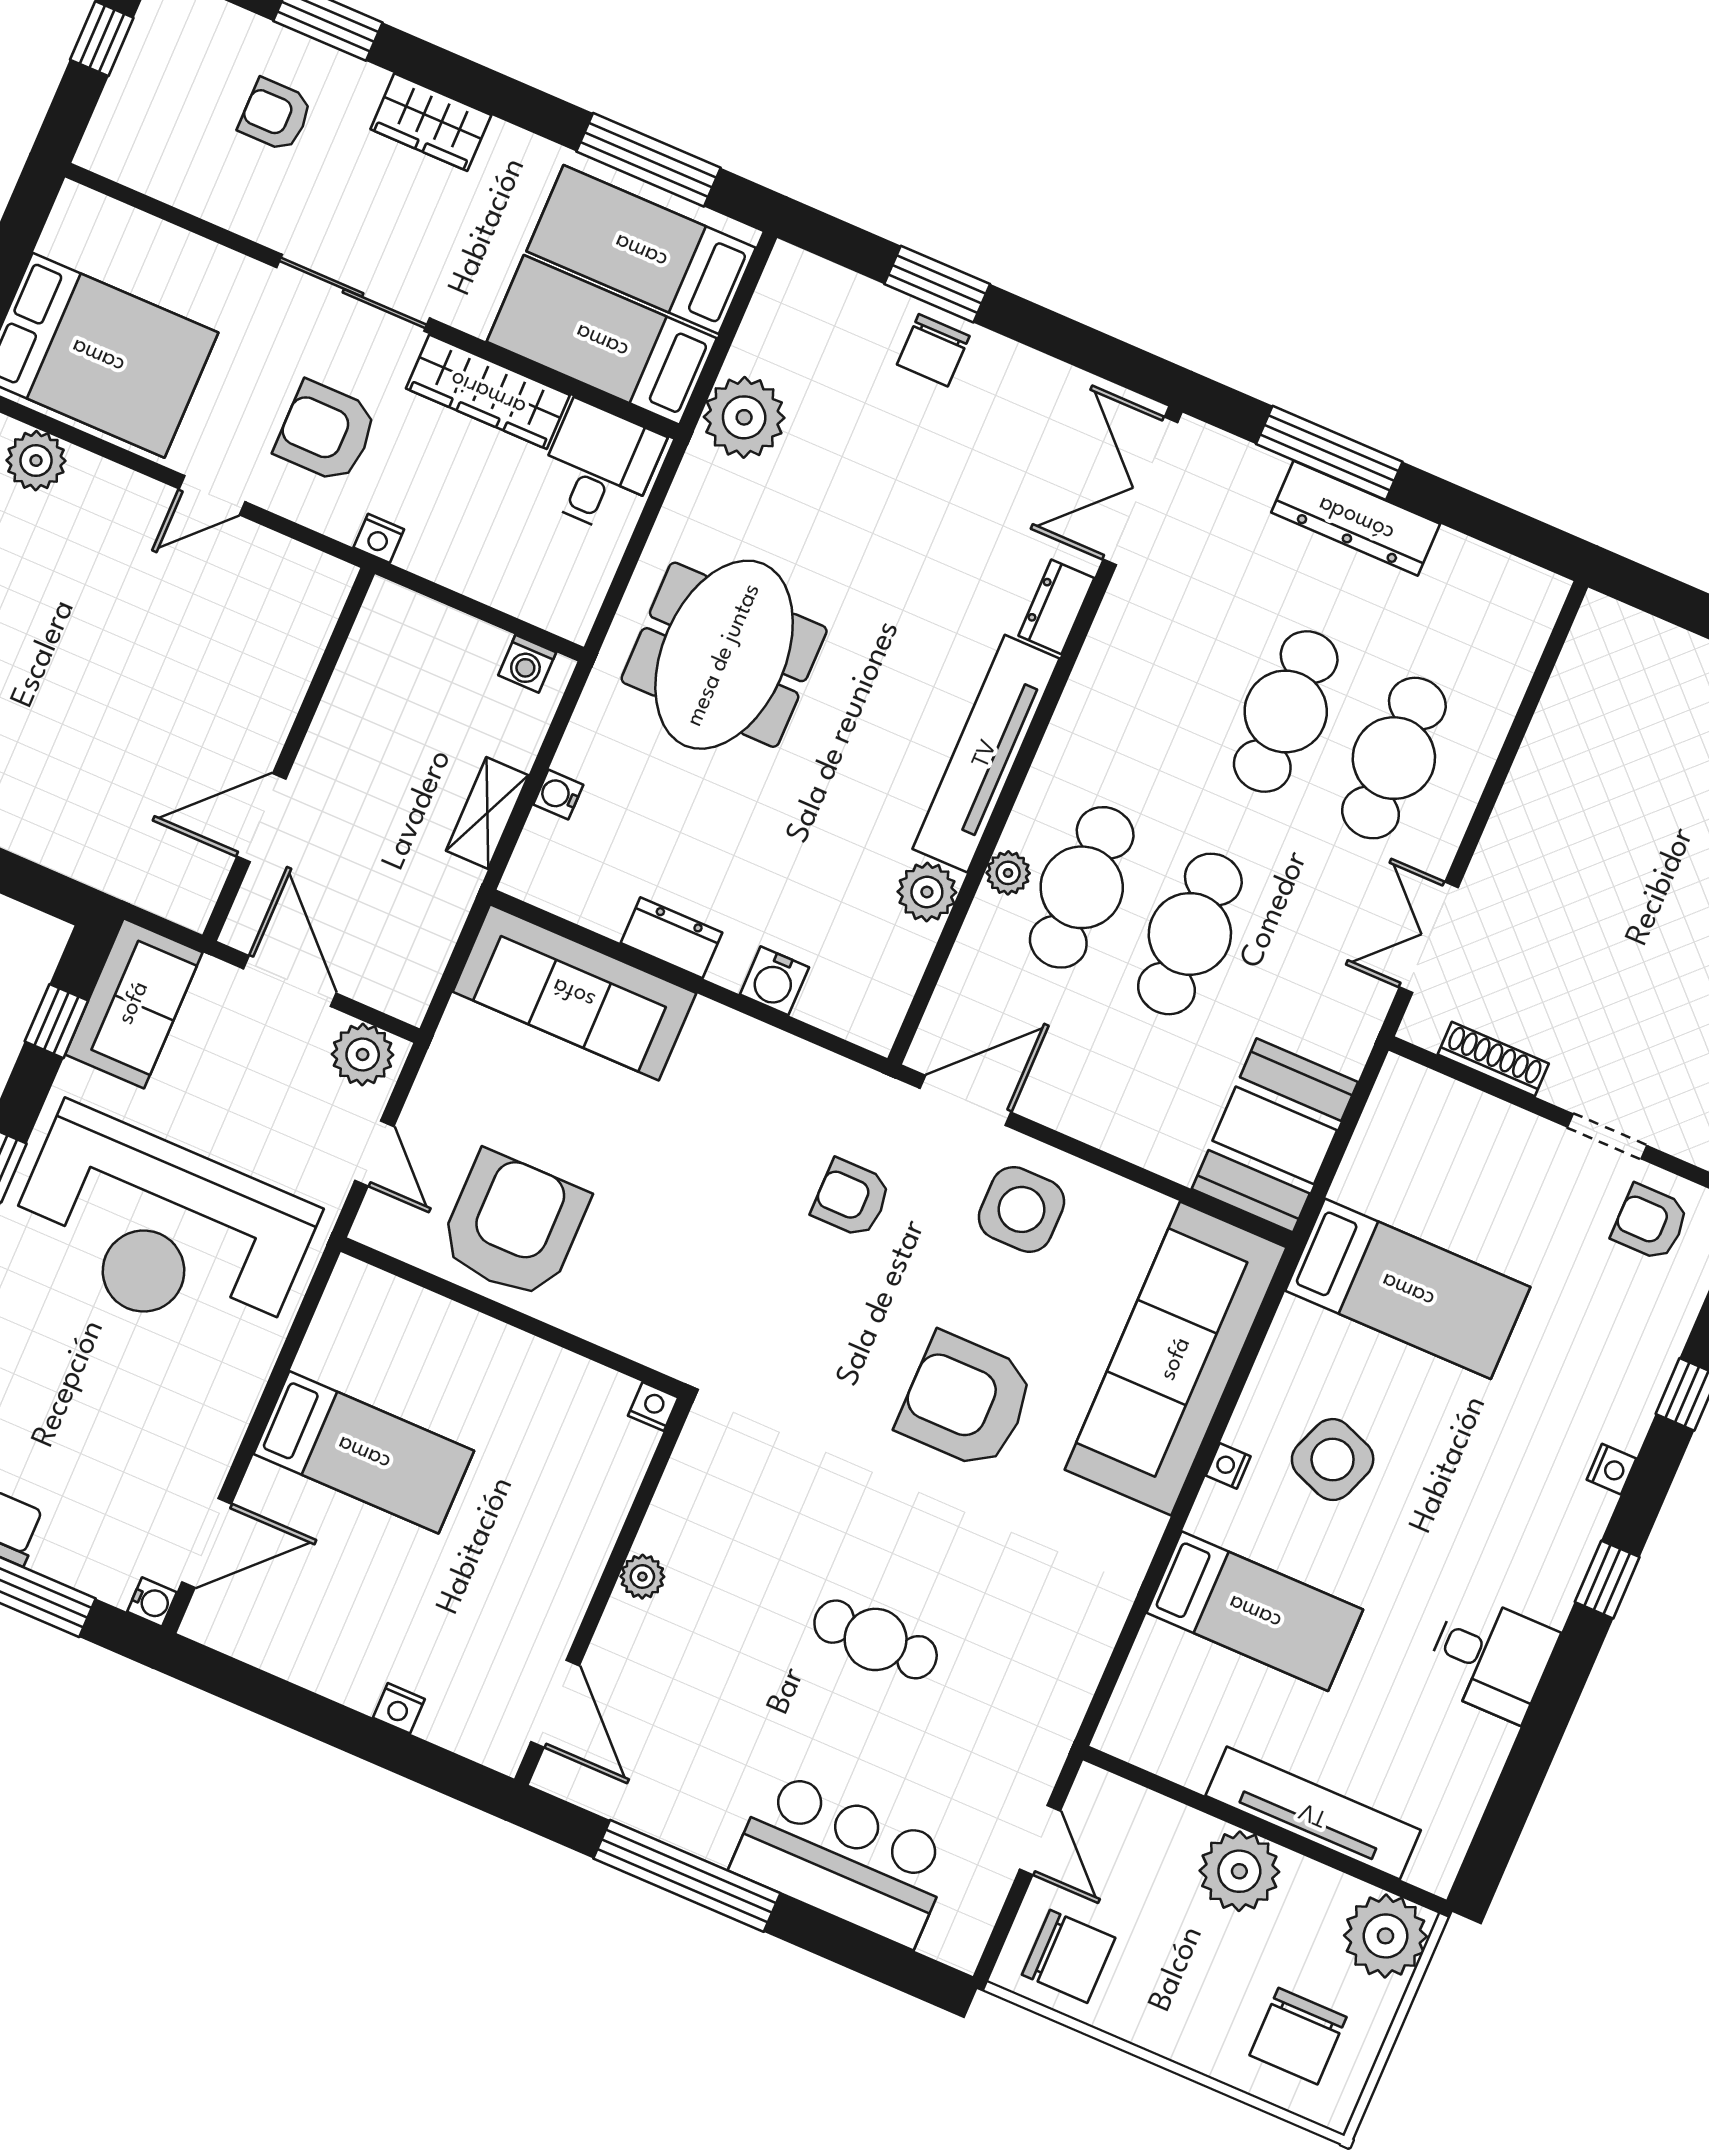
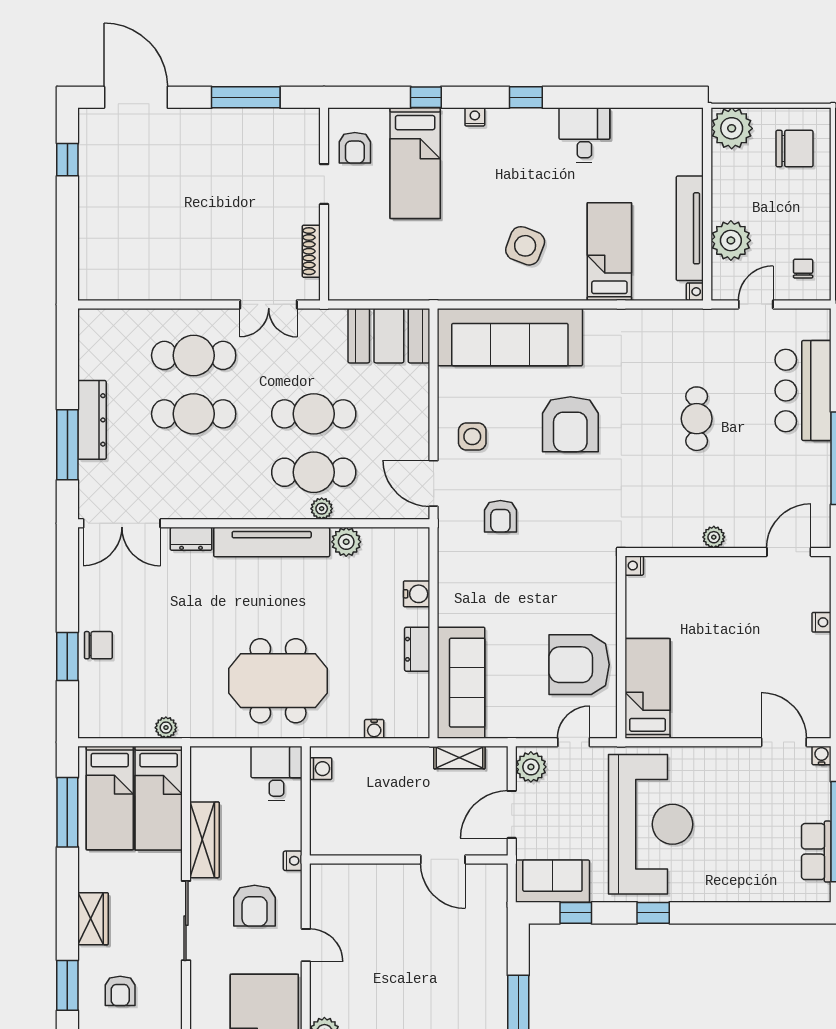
plant: (744, 417) -> (166, 728), width x0.53, depth x0.53
desk: (599, 467) -> (277, 773), moved, turned 90
shelving: (487, 813) -> (459, 758), moved
side table: (1021, 1209) -> (472, 437), width x0.73, depth x0.73
bed: (1408, 1289) -> (415, 163), moved, turned 180
bed: (364, 1452) -> (648, 688), moved
nightstand: (1228, 1466) -> (695, 292), moved, turned -90
tv unit: (1313, 1813) -> (690, 228), moved
plant: (1239, 1871) -> (731, 240), moved
chair: (1069, 1956) -> (803, 269), width x0.54, depth x0.54

